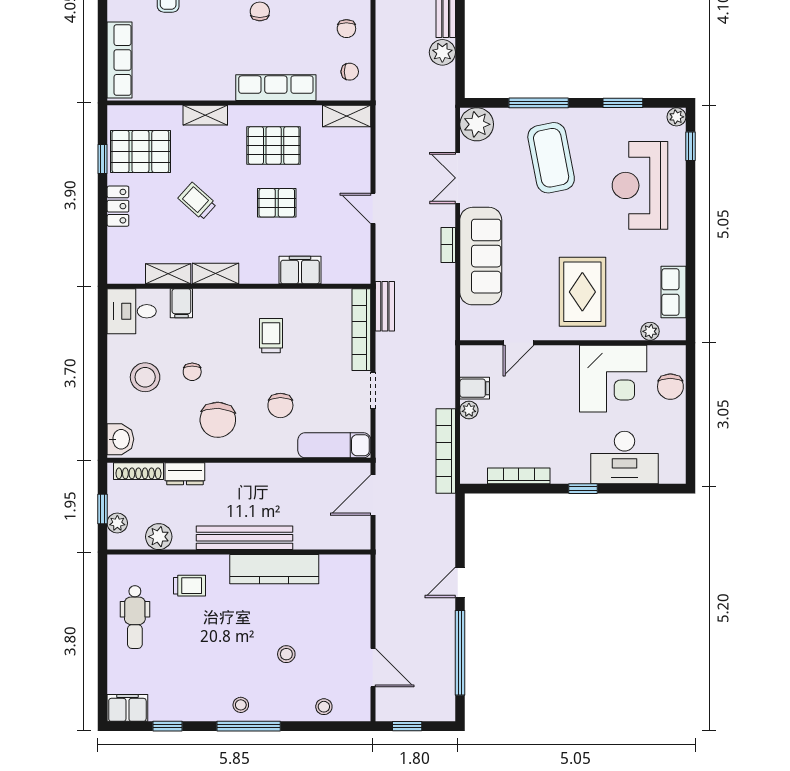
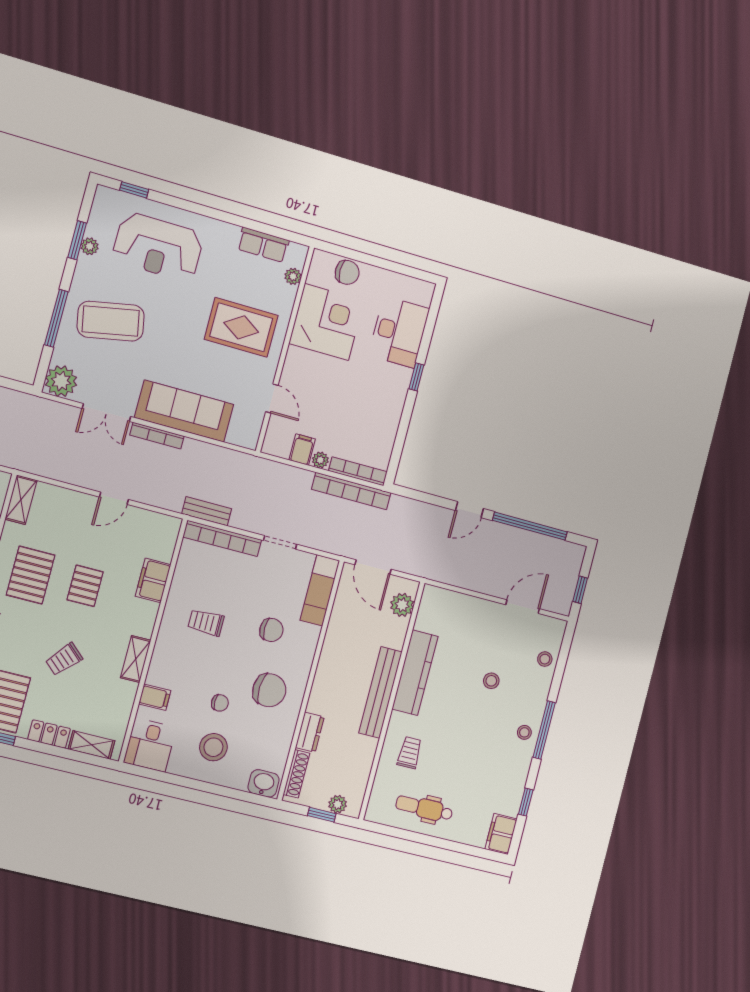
plant: (677, 117) -> (90, 246), moved
bookcase: (448, 245) -> (157, 436), width x1.56
shelving: (168, 274) -> (91, 745), moved, turned 90
bookcase: (519, 476) -> (358, 471), moved, turned 90
plant: (159, 537) -> (402, 605), moved
door: (460, 582) -> (469, 510), hinge flipped
dental chair: (135, 617) -> (424, 808), turned 180

